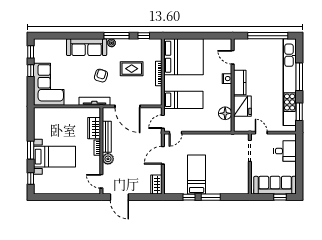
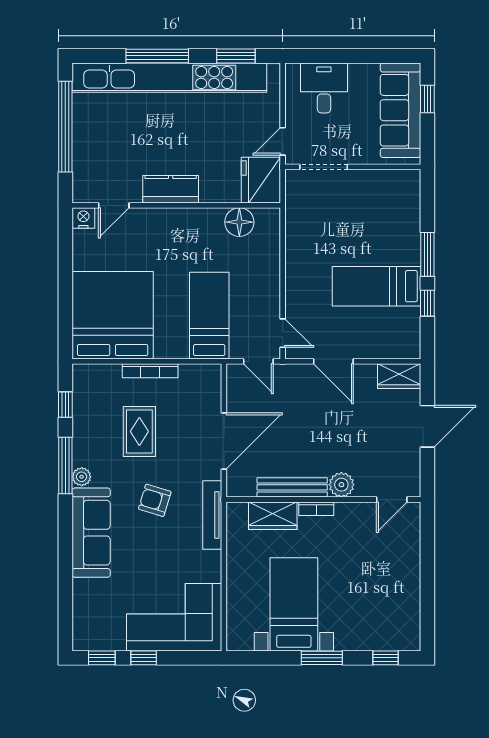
nightstand: (227, 79) -> (83, 218), moved
fridge: (242, 106) -> (261, 180), moved, turned -90
bed with nightstands: (55, 157) -> (294, 604), moved
door: (119, 197) -> (427, 426), moved

